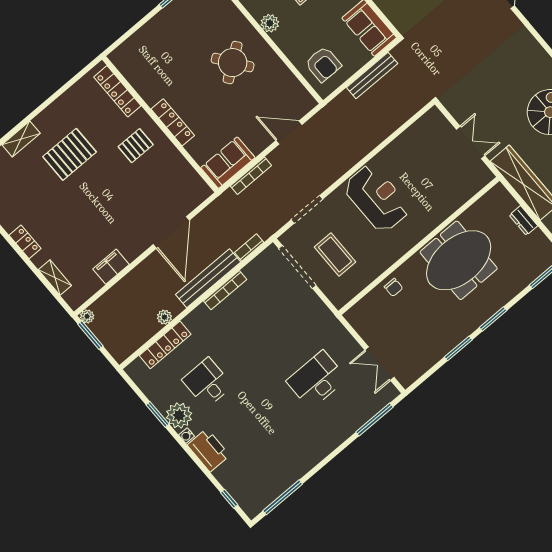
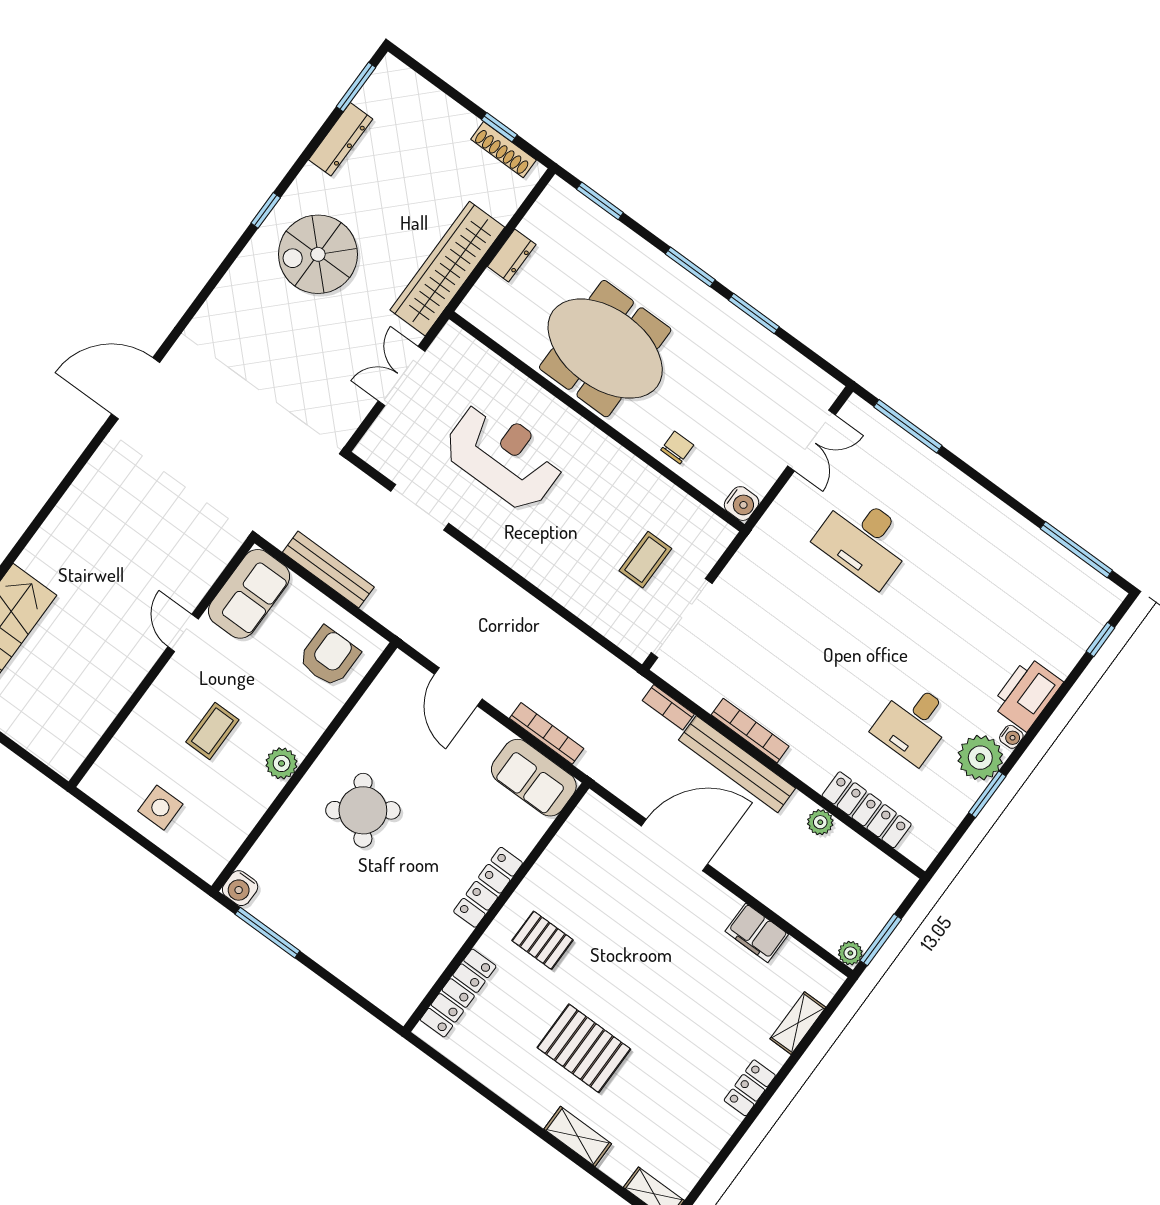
reception desk: (377, 198) -> (504, 456), moved, turned 90
doorway: (307, 209) -> (420, 507), moved
coffee table: (335, 254) -> (645, 560), width x0.73, depth x0.77
water cooler: (353, 316) -> (742, 504), added

